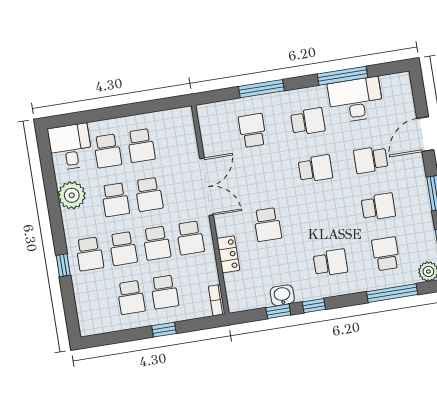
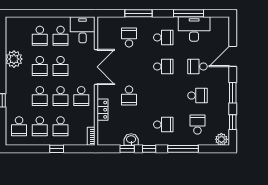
desk: (70, 147) -> (83, 30), moved
school desk: (90, 254) -> (19, 126), moved
window: (392, 293) -> (183, 149), moved

